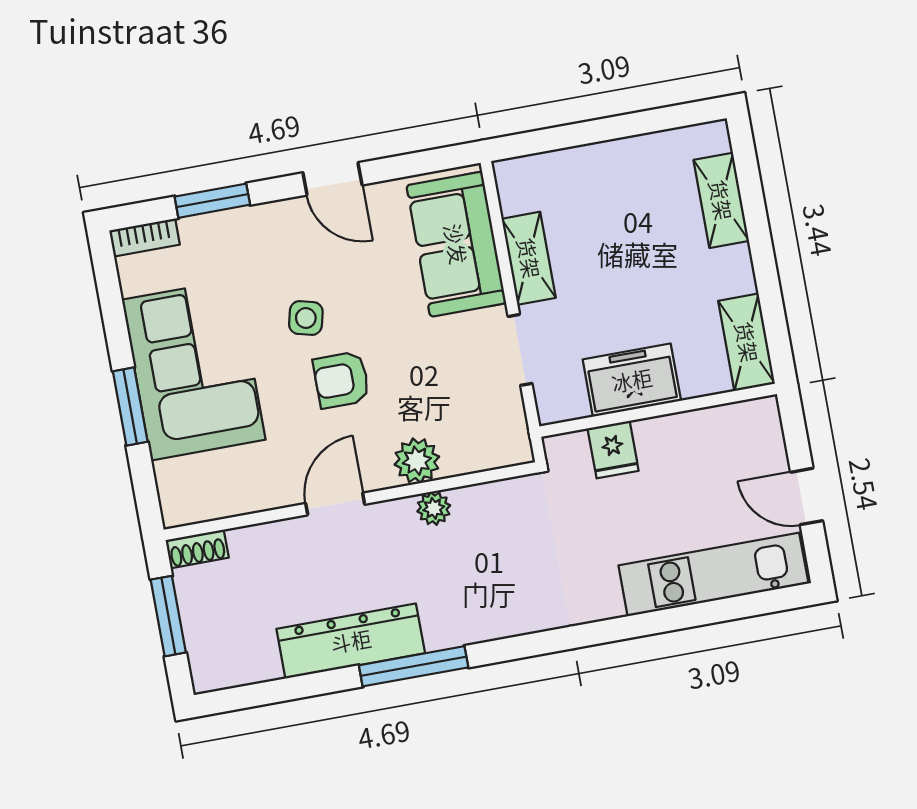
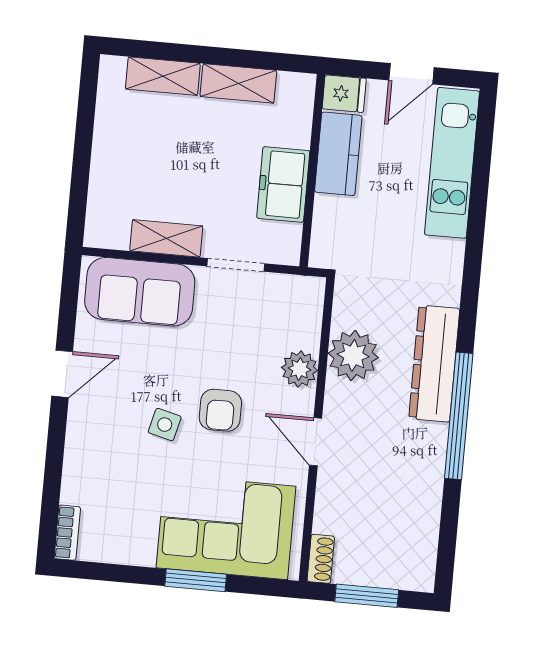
window: (212, 201) -> (53, 472), removed
shelving: (747, 342) -> (238, 83), moved
corner sofa: (194, 370) -> (226, 527), moved
kitchen counter: (687, 436) -> (338, 154), added
fridge: (613, 450) -> (344, 94), moved
plant: (434, 508) -> (353, 355), width x1.87, depth x1.87
dresser: (351, 641) -> (434, 364), moved
window: (414, 666) -> (459, 416), width x1.46

